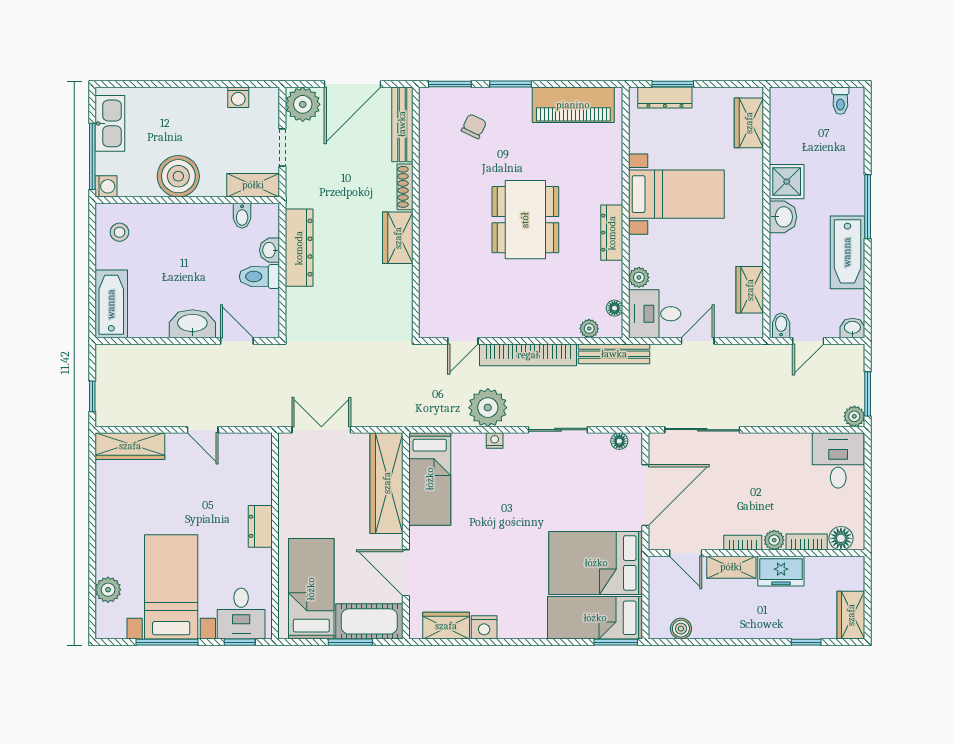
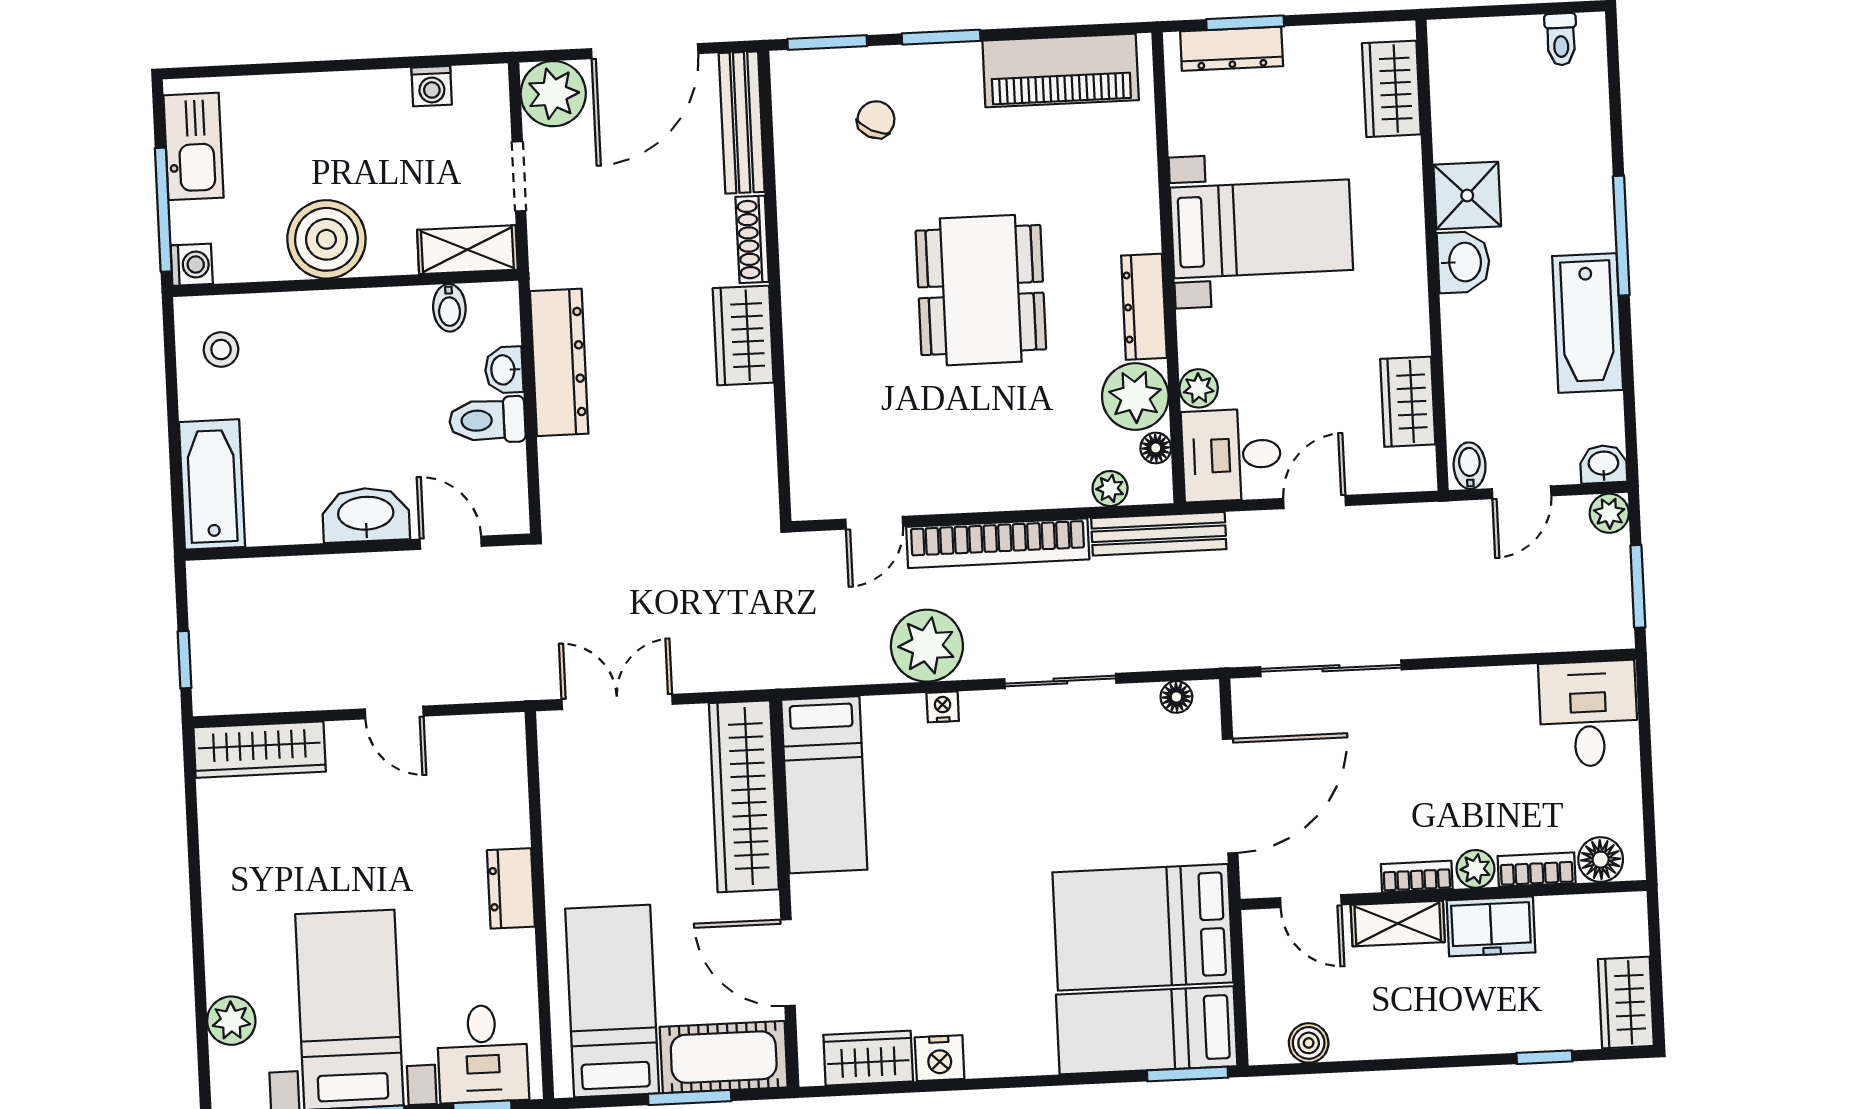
plant: (605, 280) -> (1135, 397), added
plant: (854, 416) -> (1609, 513), moved

